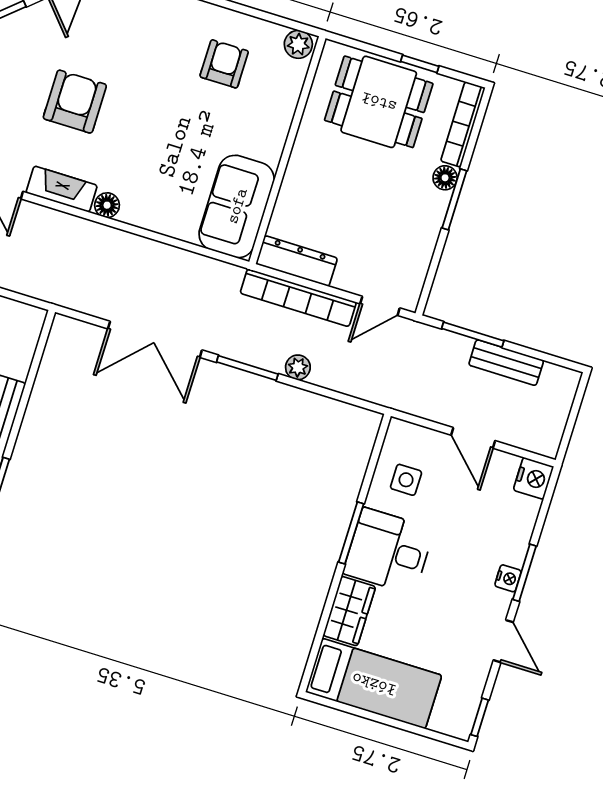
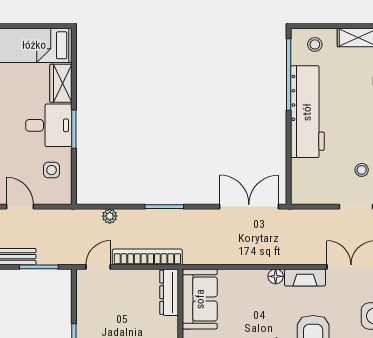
dresser: (297, 261) -> (169, 292), moved, turned 90
double door: (155, 339) -> (249, 207), moved
plant: (298, 367) -> (110, 216), moved

